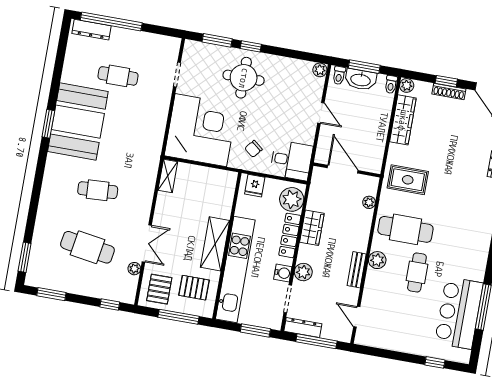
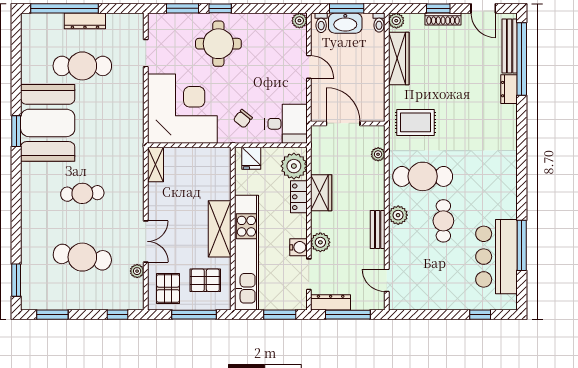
dresser: (92, 30) -> (85, 21), moved
cafe table: (118, 76) -> (82, 66), width x1.37, depth x1.35
locker: (290, 235) -> (299, 197), width x0.66

